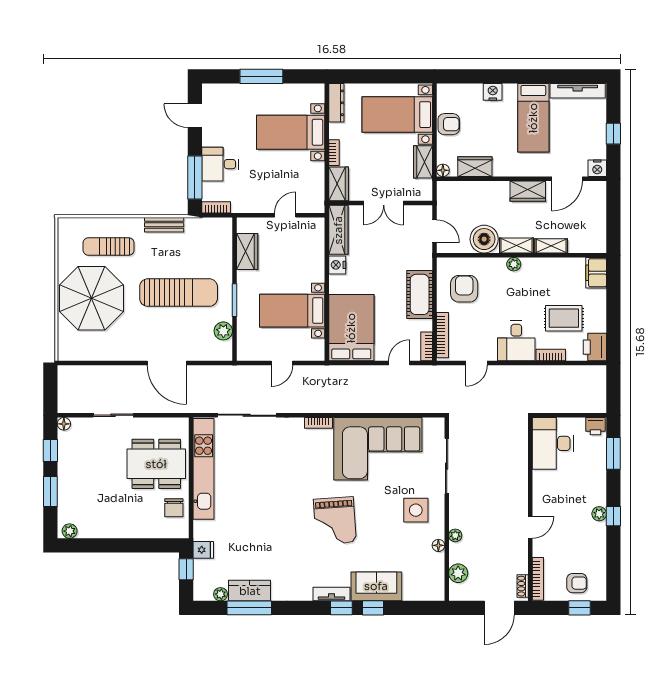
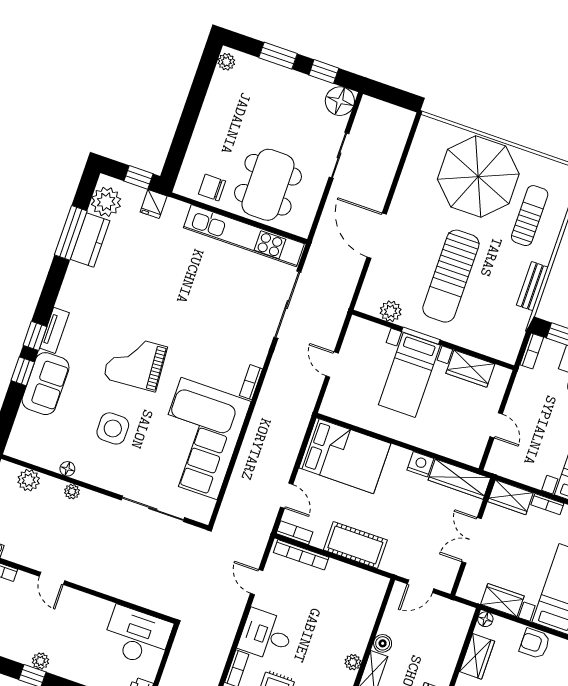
armchair: (449, 124) -> (535, 644), turned 90
boiler: (484, 239) -> (383, 643), width x0.54, depth x0.54
armchair: (464, 289) -> (345, 597), removed
bed with nightstands: (292, 311) -> (409, 375), moved, turned 180
door: (167, 363) -> (377, 236), hinge flipped
floor lamp: (64, 424) -> (340, 101), width x1.89, depth x1.89
side table: (416, 510) -> (113, 428), moved
plant: (220, 594) -> (106, 202), width x1.88, depth x1.88

